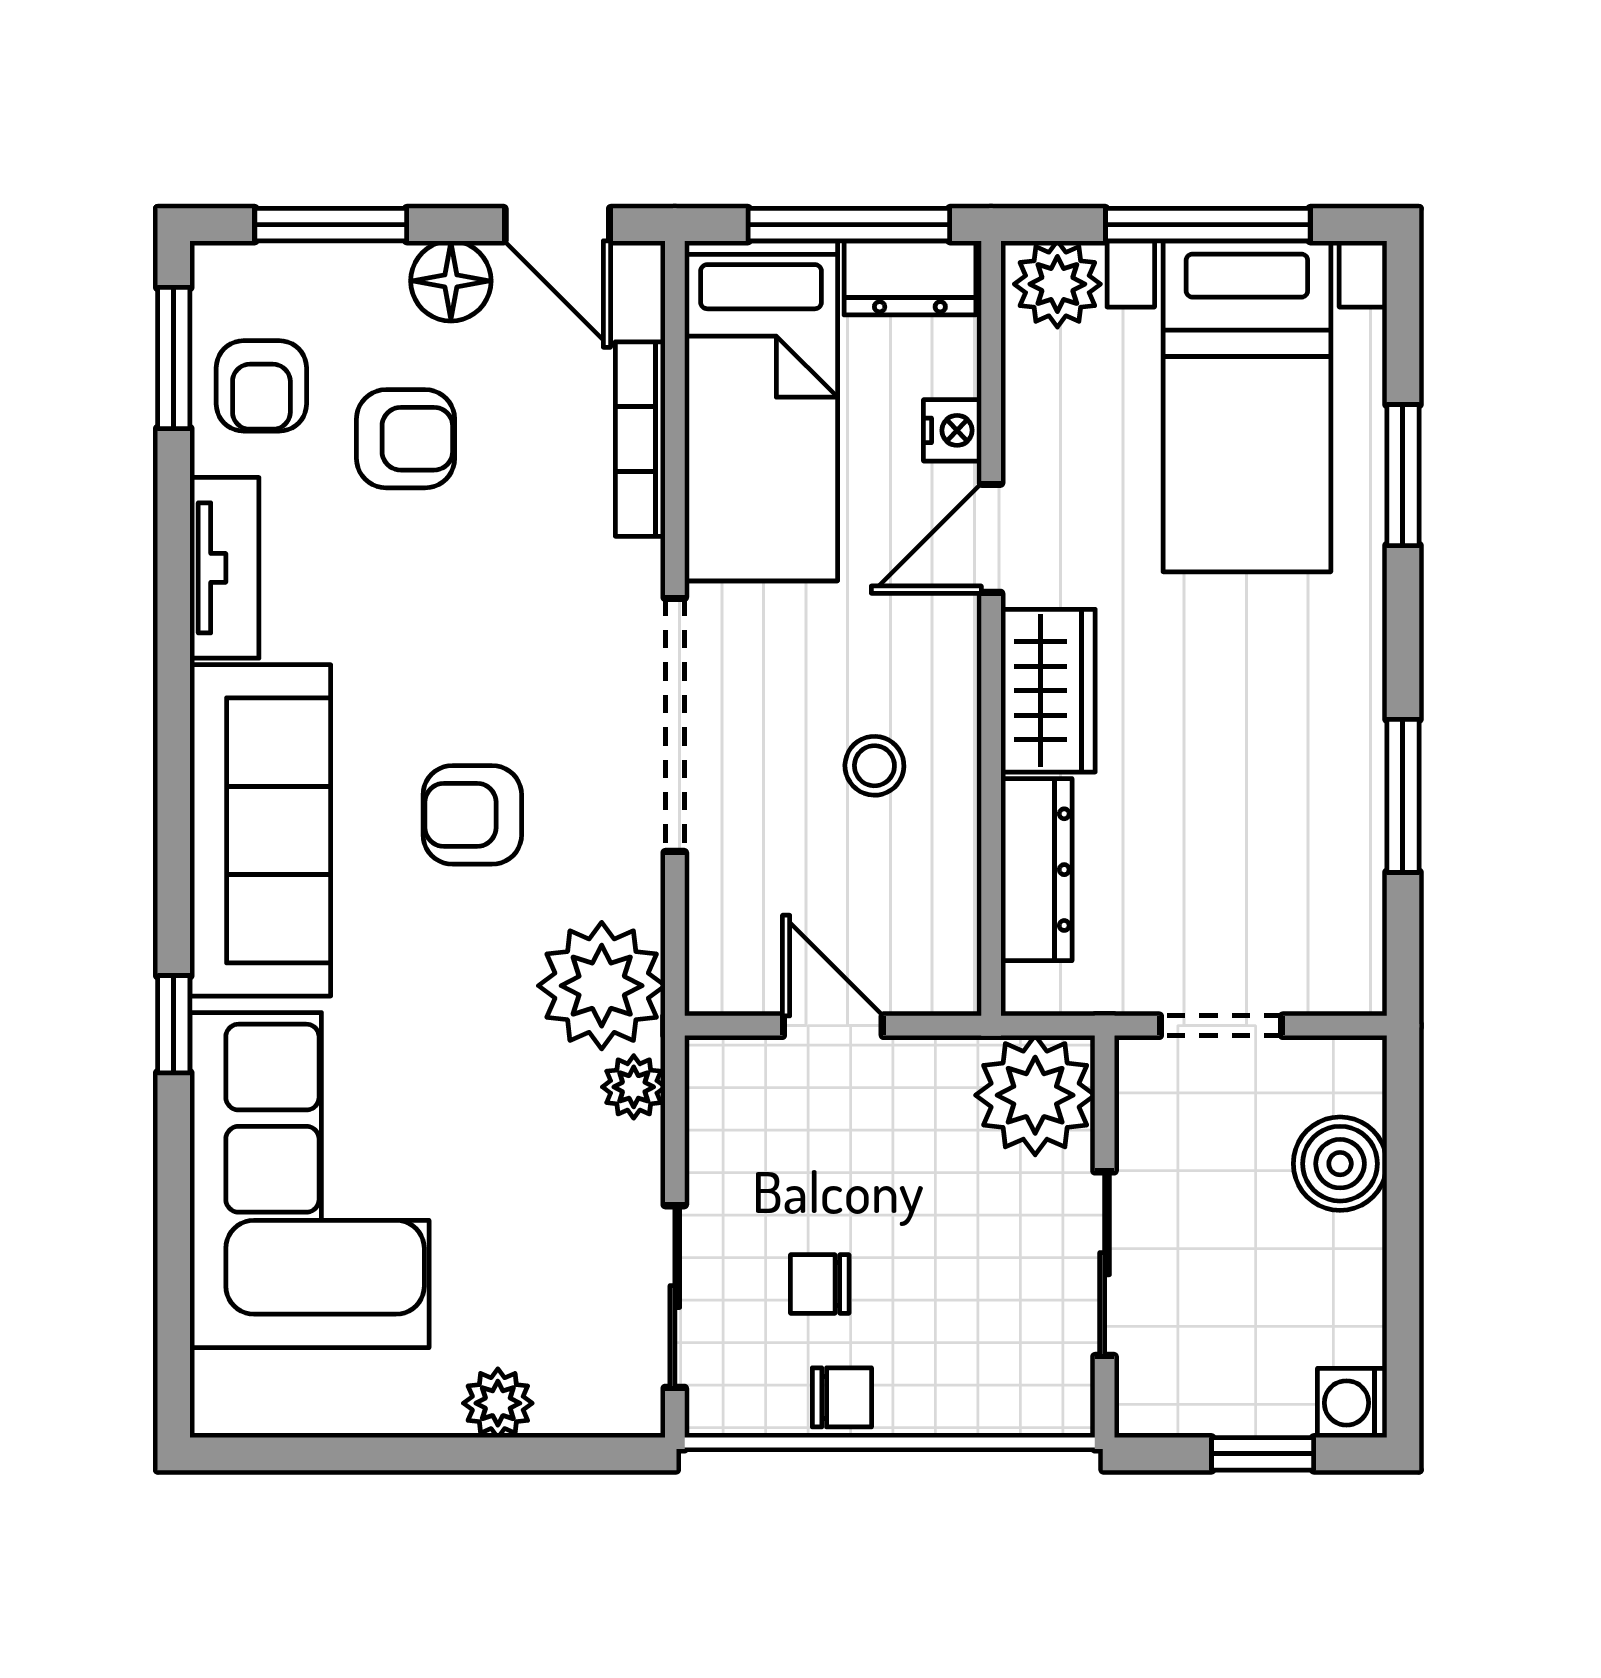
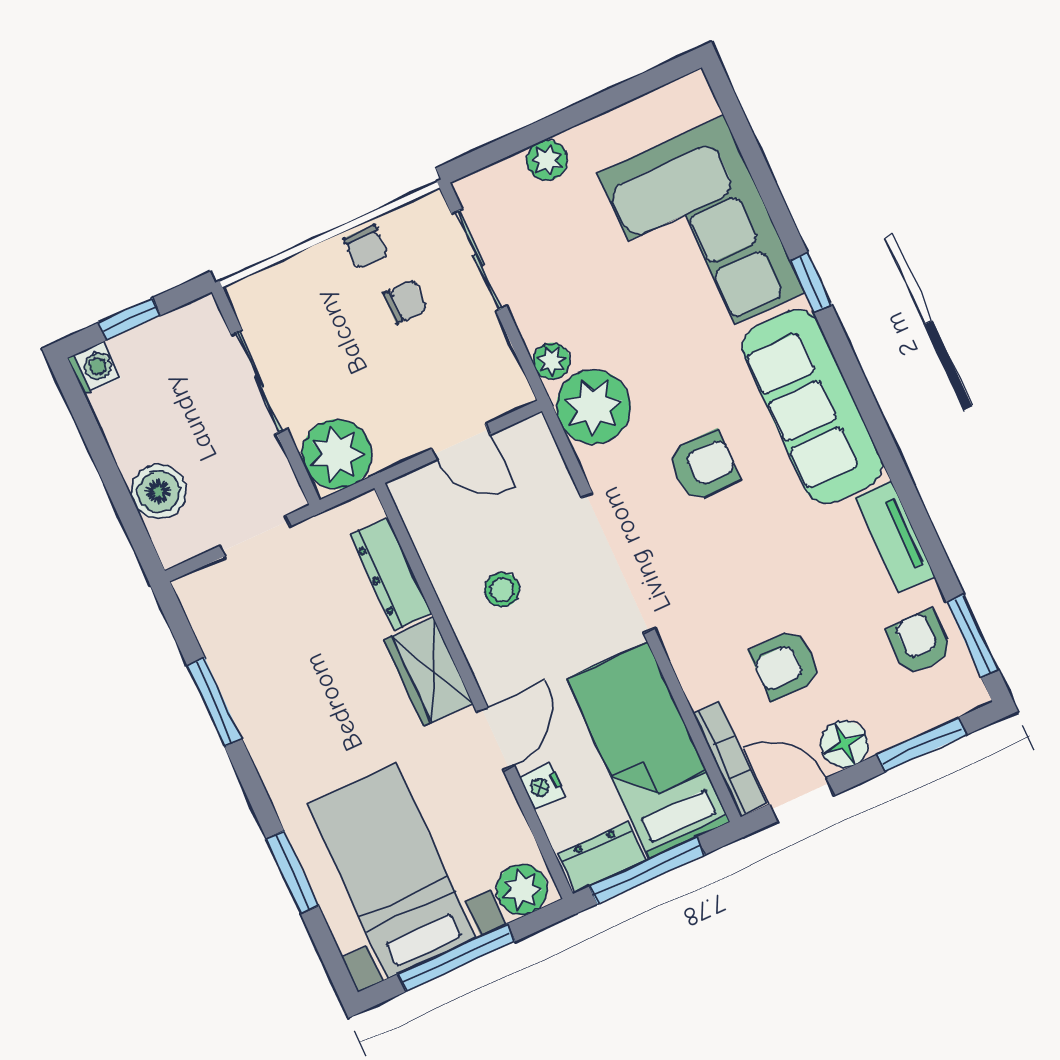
armchair: (406, 439) -> (786, 665), moved
bookcase: (640, 439) -> (730, 759), moved
chair: (842, 1397) -> (366, 247), turned -90

